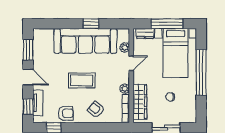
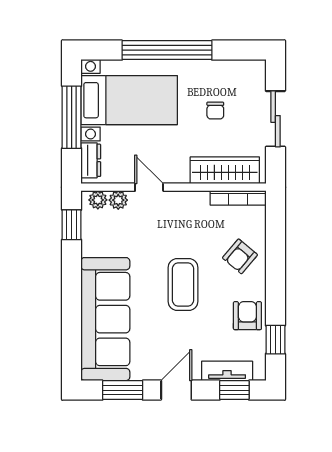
window: (91, 24) -> (72, 225), moved
sofa: (85, 41) -> (105, 319), moved
plant: (125, 89) -> (98, 200), moved

